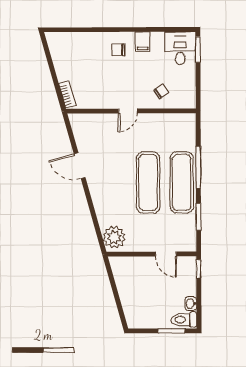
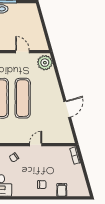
filing cabinet: (143, 42) -> (62, 190), moved
door: (80, 166) -> (67, 109), hinge flipped
door: (166, 254) -> (22, 52), moved

